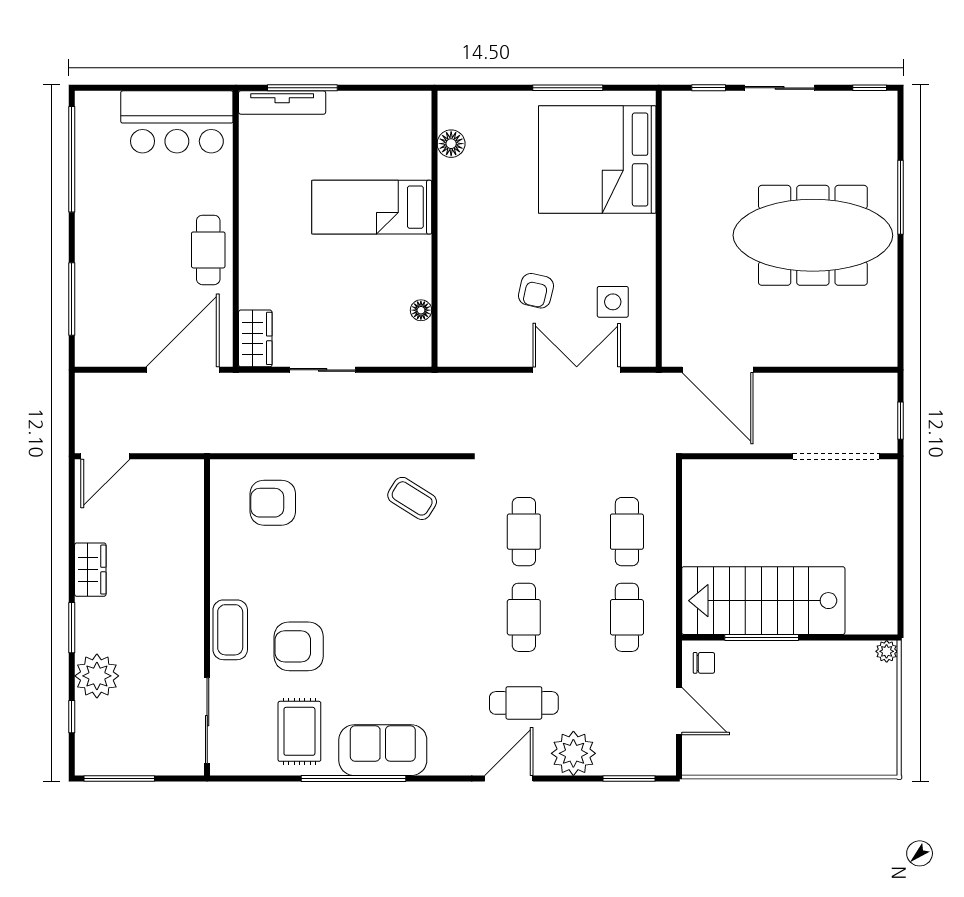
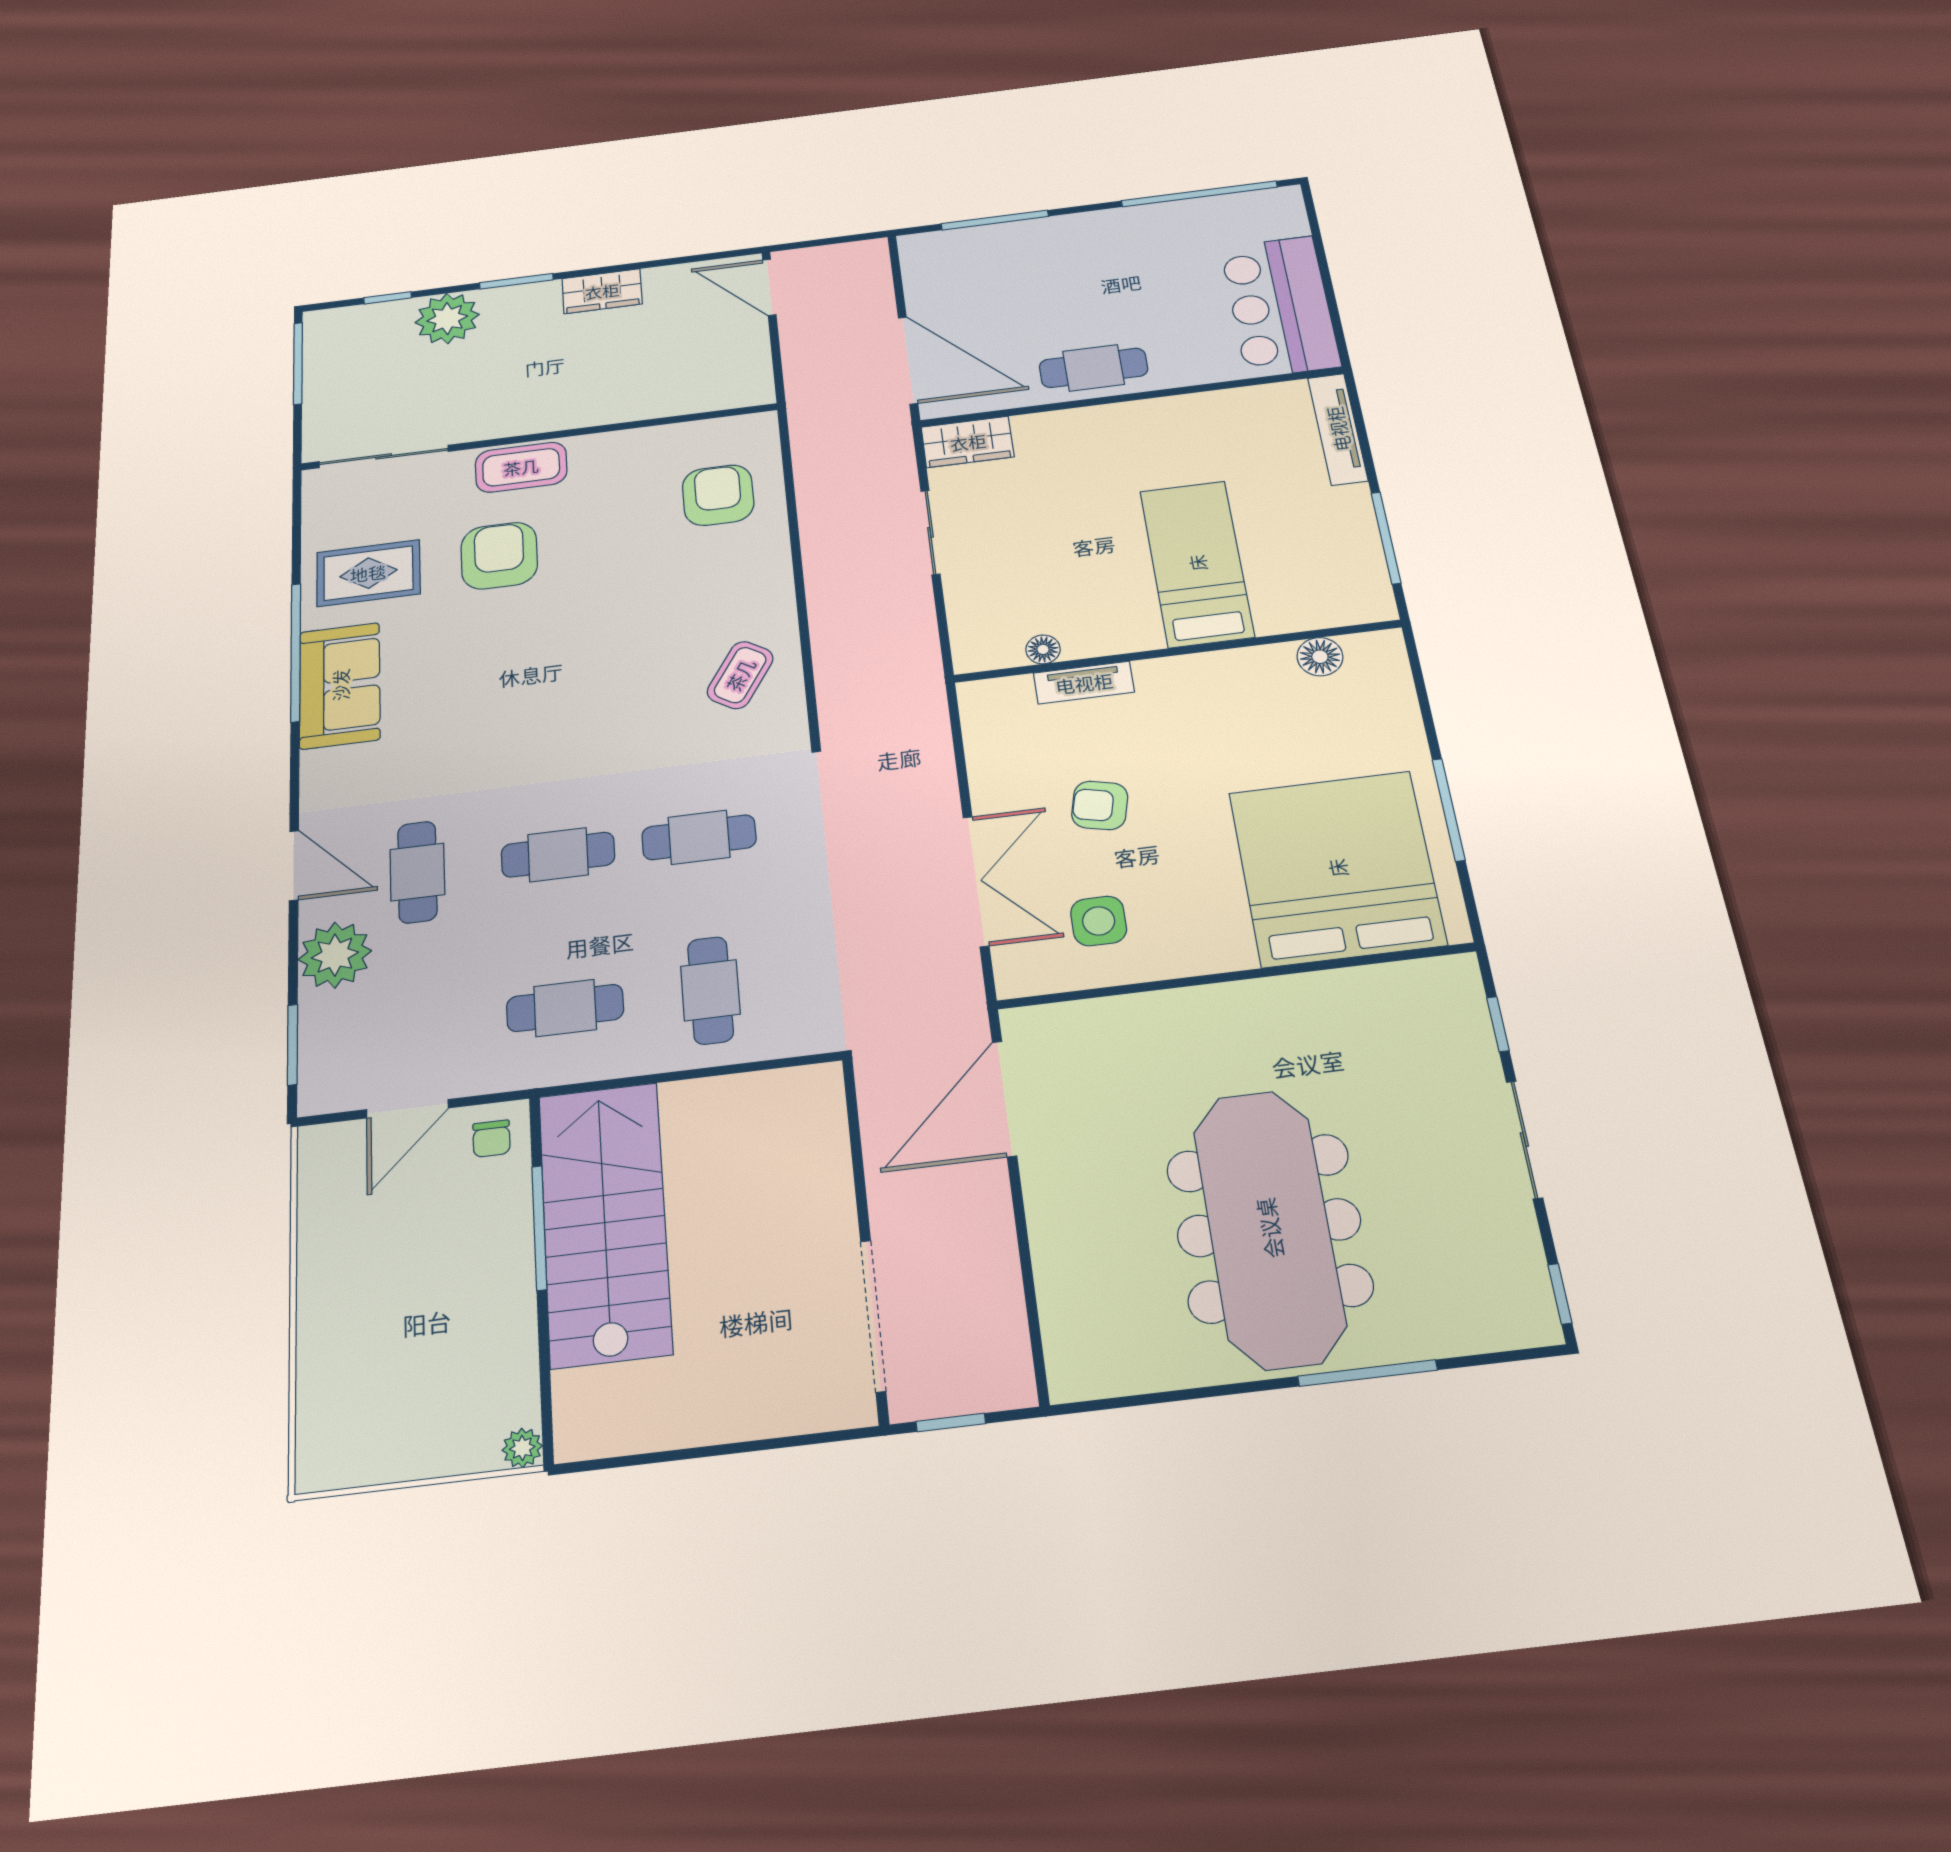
window: (302, 88) -> (1386, 538), moved
tv unit: (449, 289) -> (1084, 683), added
cafe table: (627, 532) -> (710, 990), turned 90

